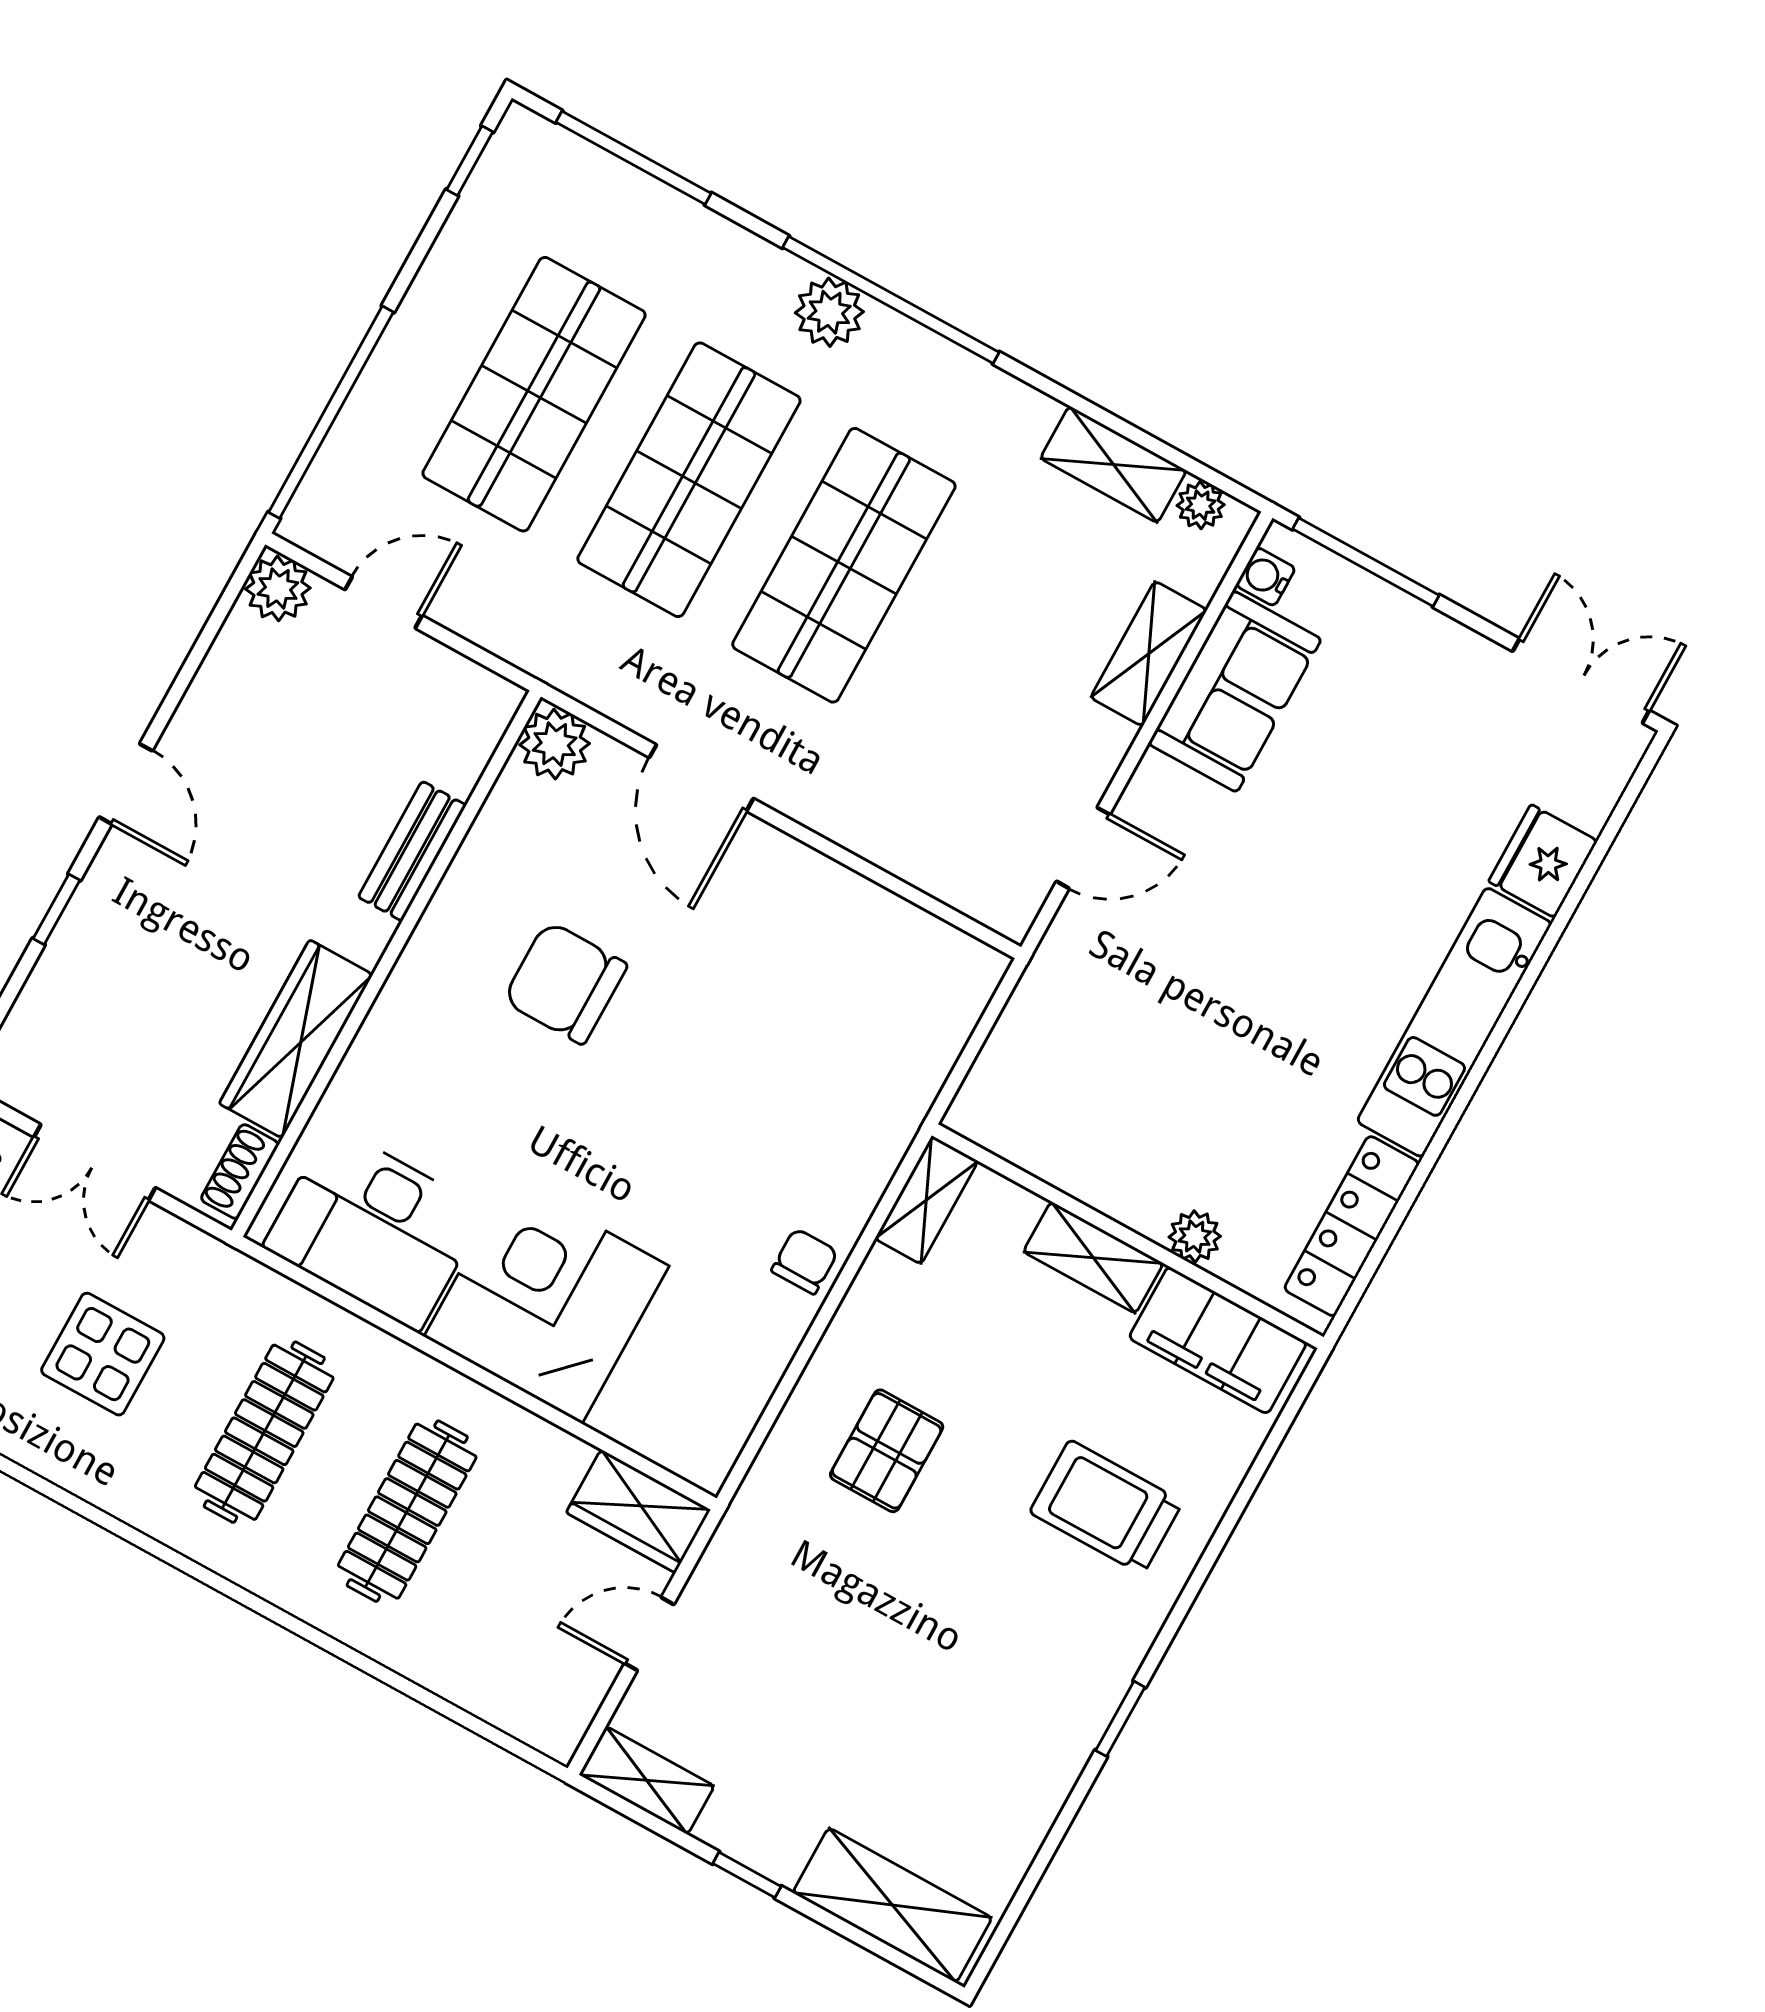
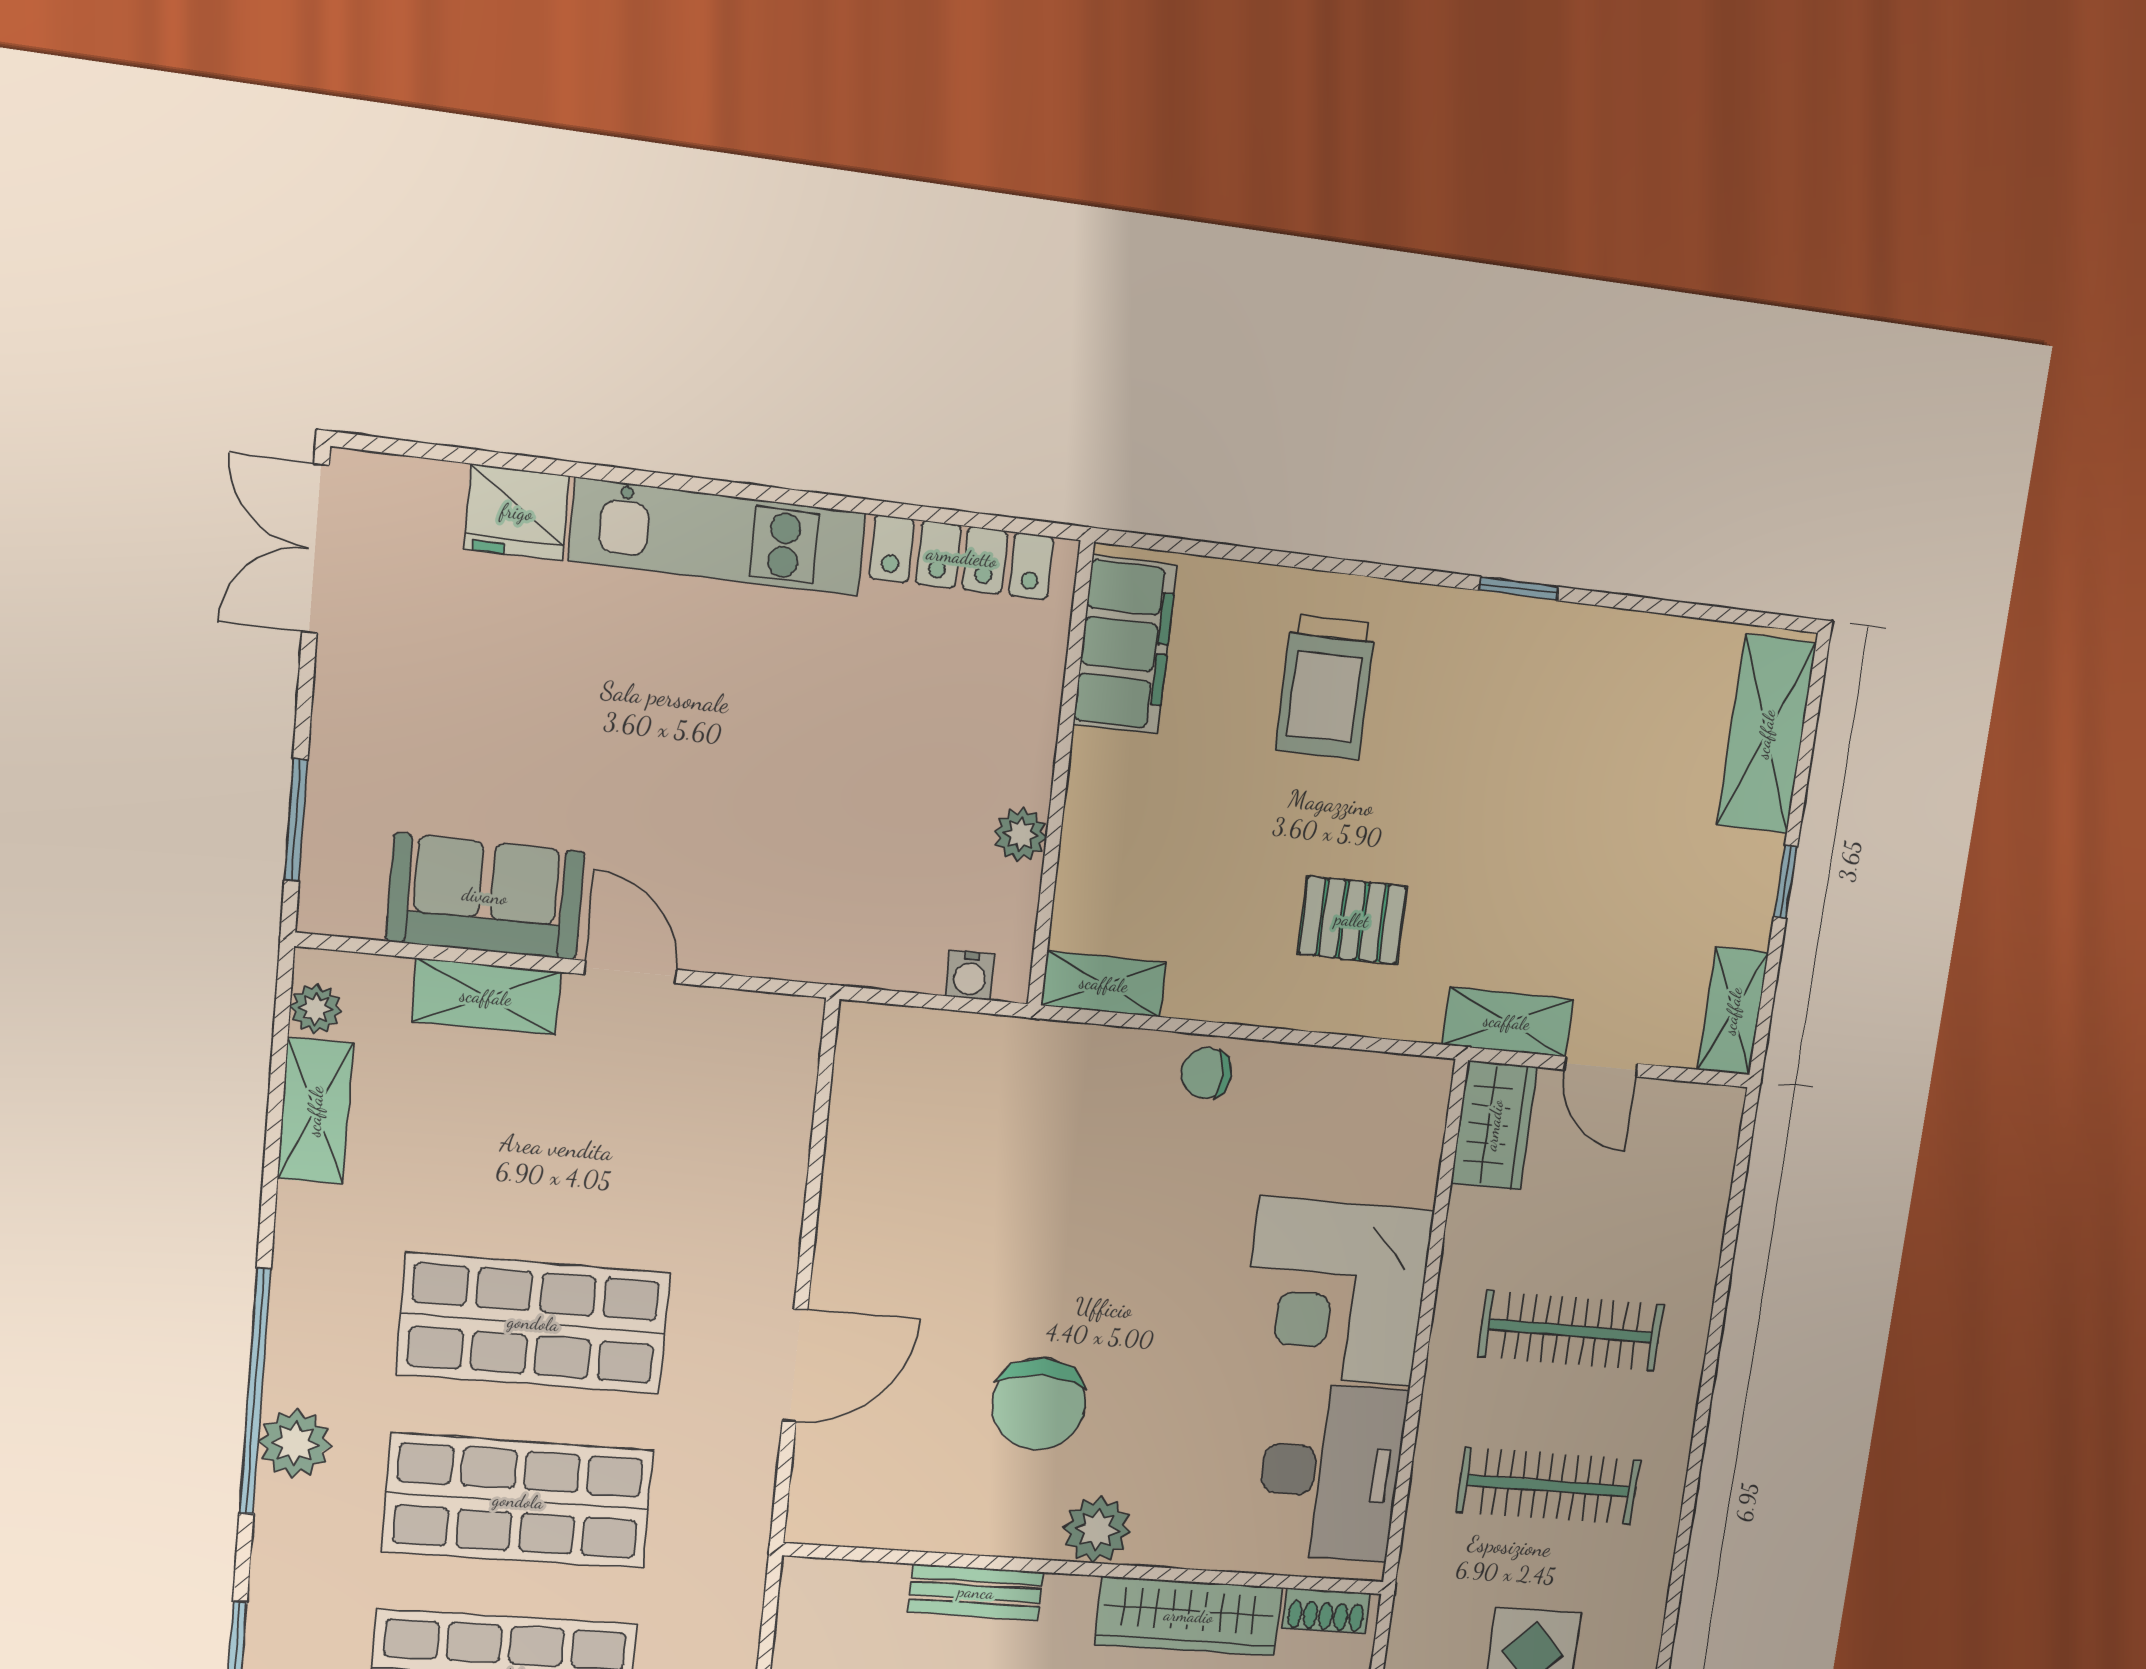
window: (1366, 562) -> (296, 820), width x0.69
water cooler: (1266, 577) -> (970, 975), moved
plant: (555, 744) -> (1097, 1530), moved
door: (1083, 848) -> (631, 972), moved
plant: (1195, 1237) -> (1020, 835), moved
shelving: (1093, 1258) -> (1507, 1022), moved, turned 90

